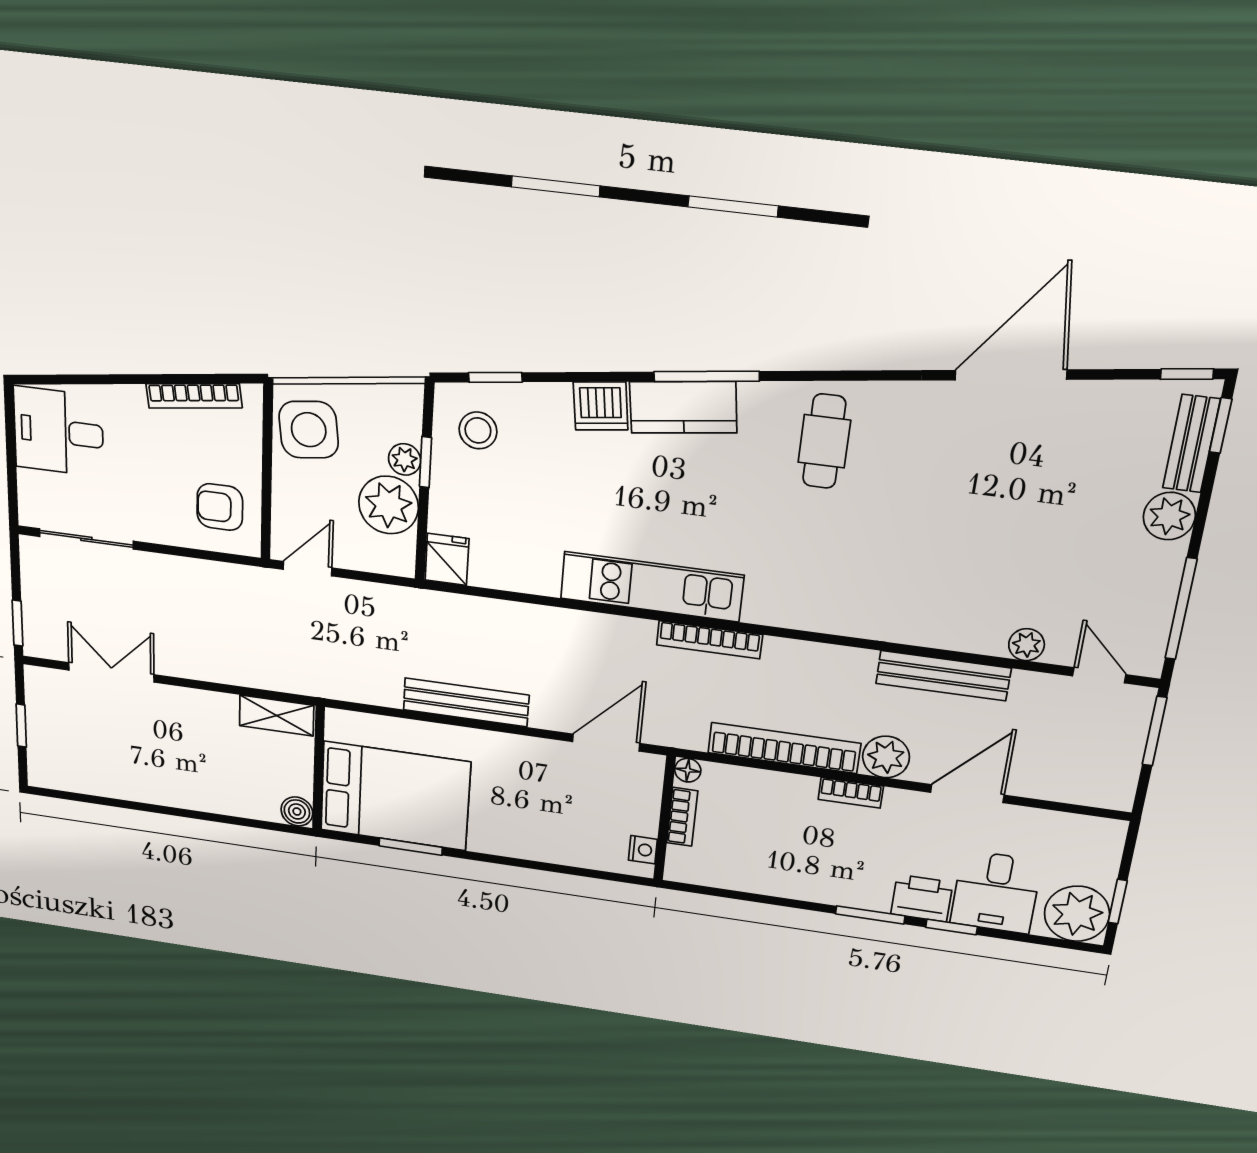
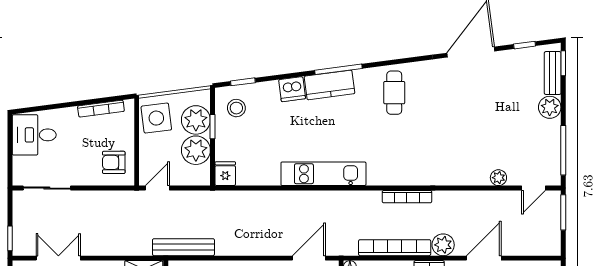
window: (1187, 374) -> (525, 45), moved
plant: (405, 459) -> (196, 120), width x1.88, depth x1.88
bookcase: (709, 640) -> (407, 197), moved
door: (1099, 675) -> (533, 188), swing flipped
bench: (943, 676) -> (463, 199), removed
bench: (466, 702) -> (183, 247), moved

